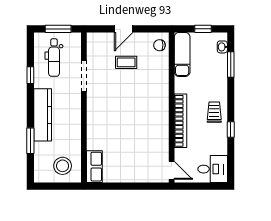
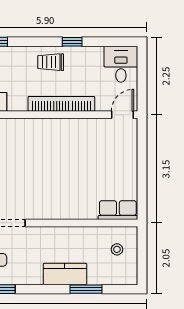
kitchen counter: (43, 115) -> (65, 274), width x0.67
stool: (63, 166) -> (117, 249), width x0.53, depth x0.53

